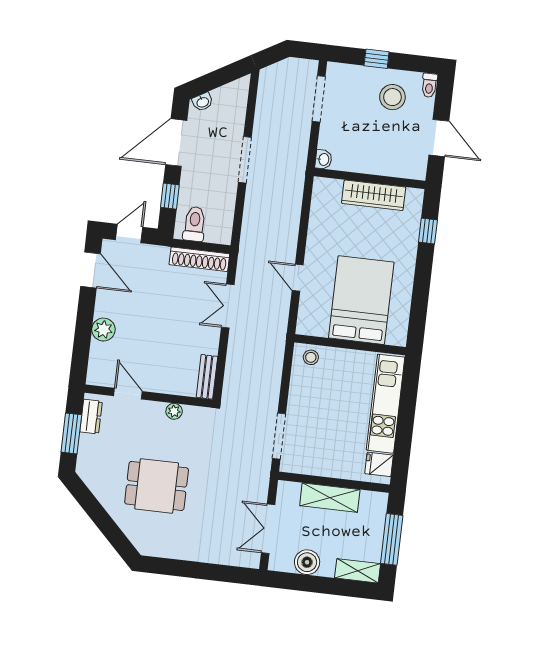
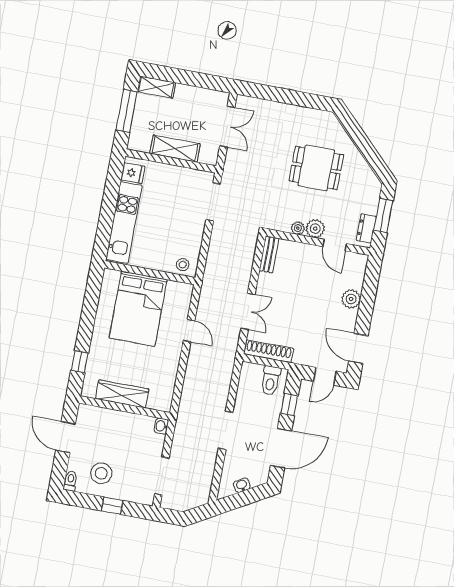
washbasin: (203, 102) -> (242, 485), moved
plant: (153, 412) -> (315, 229), added
boiler: (307, 562) -> (197, 97), removed

